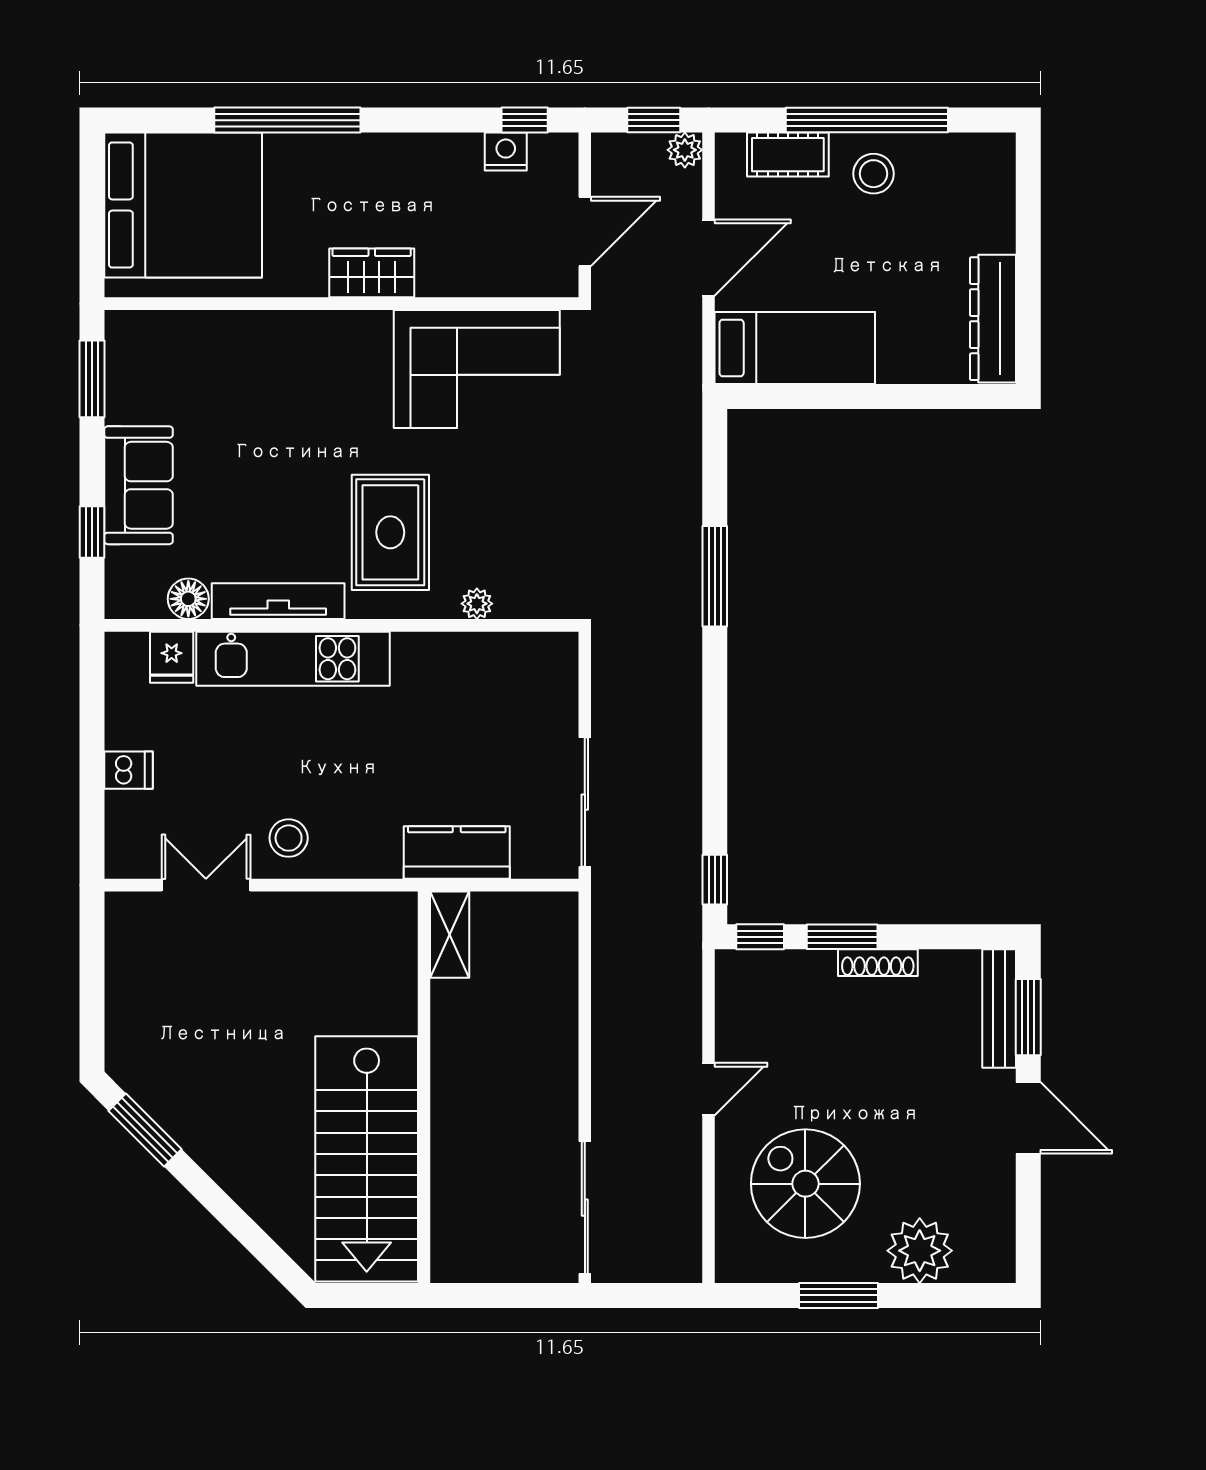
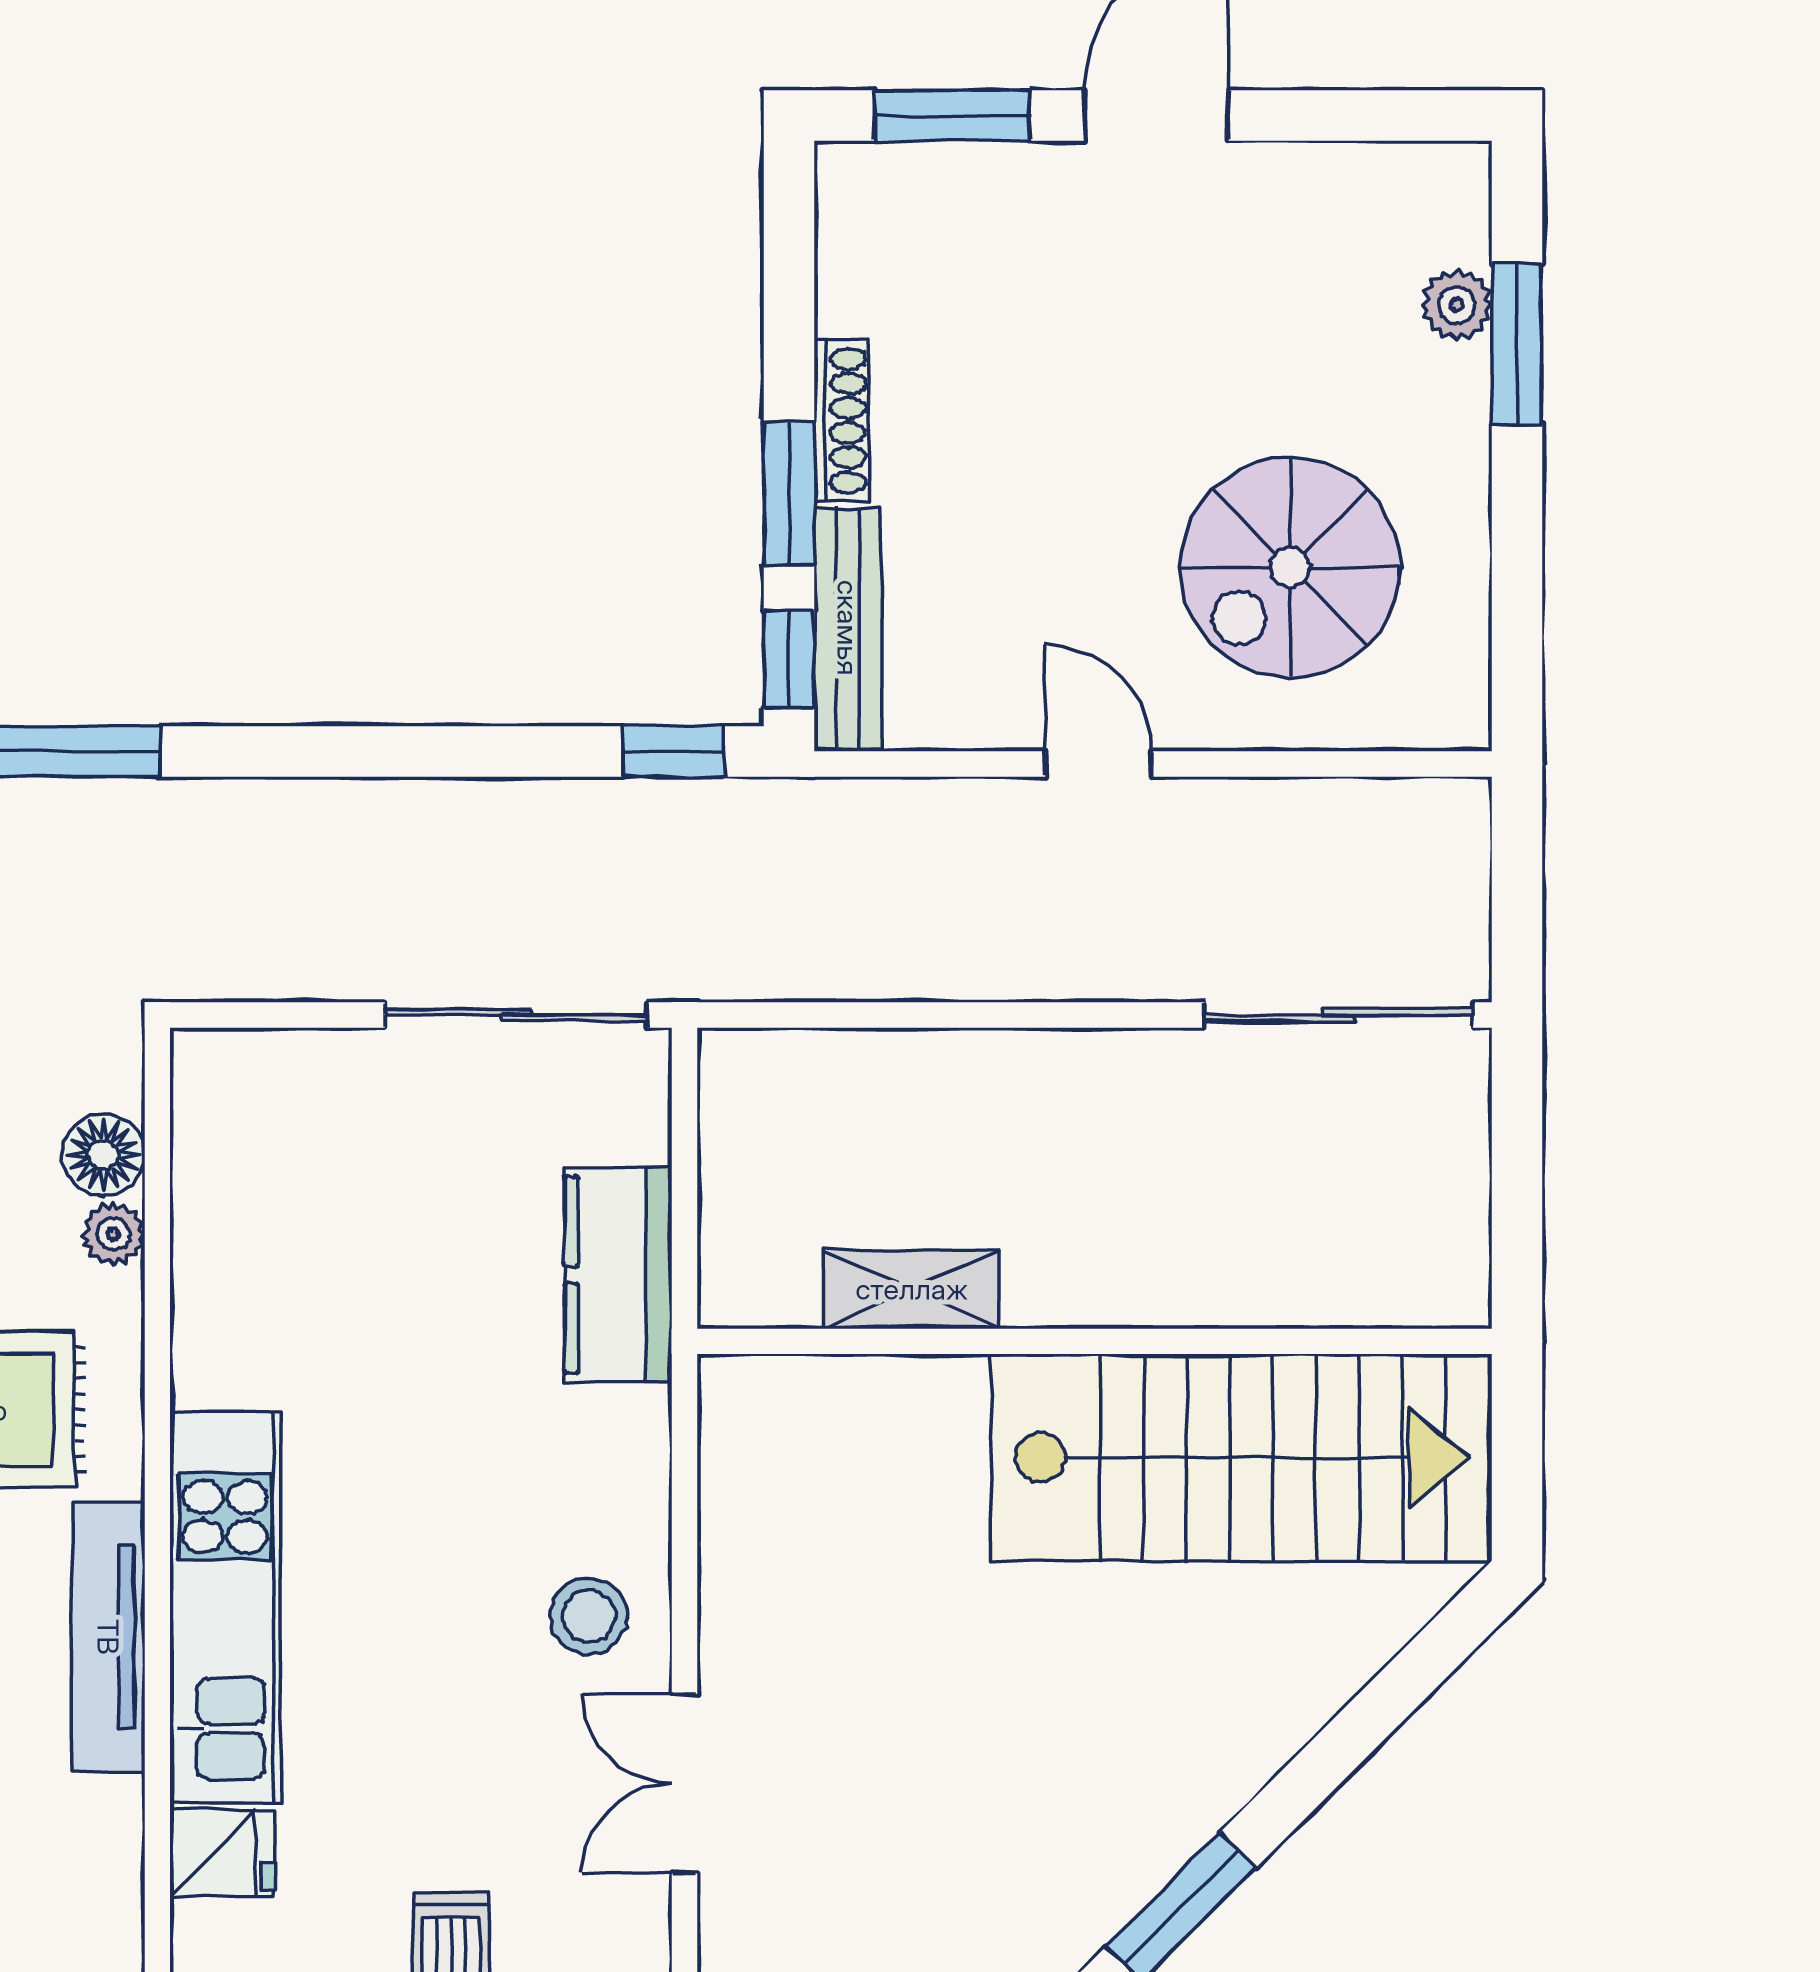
floor lamp: (188, 599) -> (104, 1155), moved
shelving: (450, 935) -> (912, 1289), moved
bench: (999, 1008) -> (848, 628), moved, turned 90
plant: (920, 1251) -> (1457, 305), width x0.53, depth x0.53
window: (839, 1295) -> (1517, 344), moved

